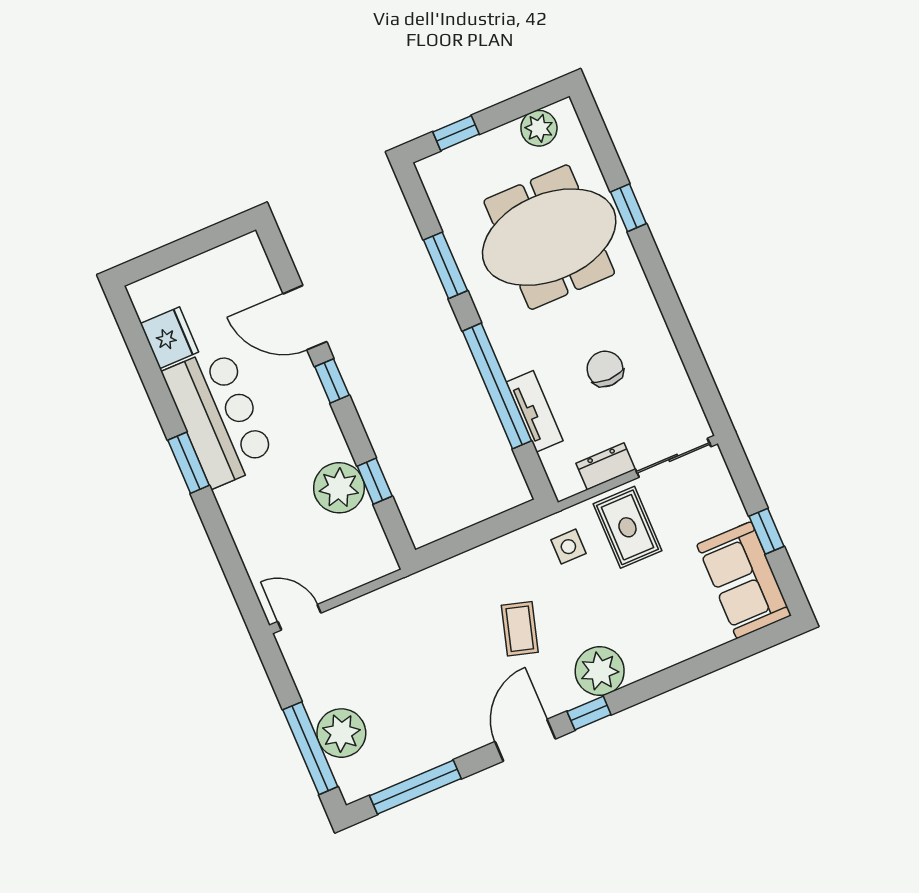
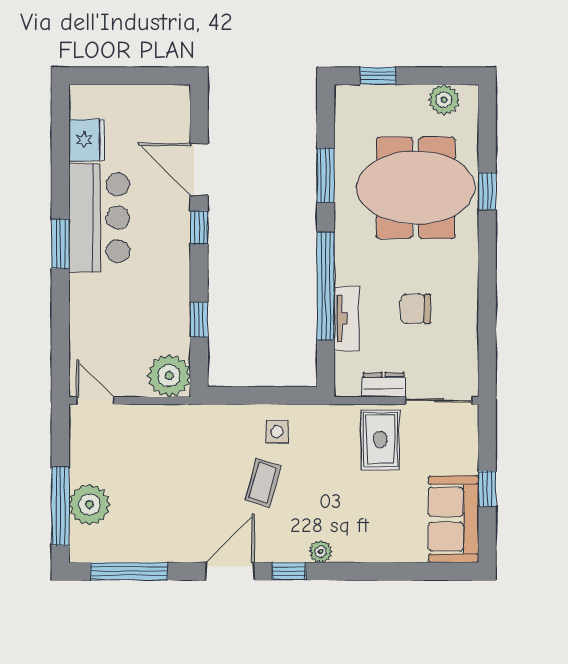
chair: (605, 369) -> (415, 309), turned -90
plant: (339, 488) -> (169, 376), moved
side table: (568, 547) -> (277, 432), moved
plant: (600, 671) -> (321, 552), width x0.53, depth x0.53

